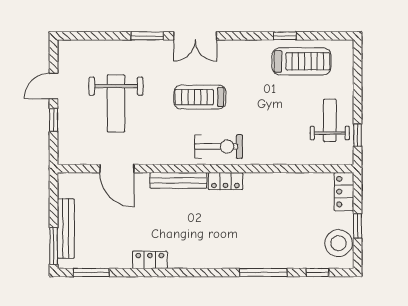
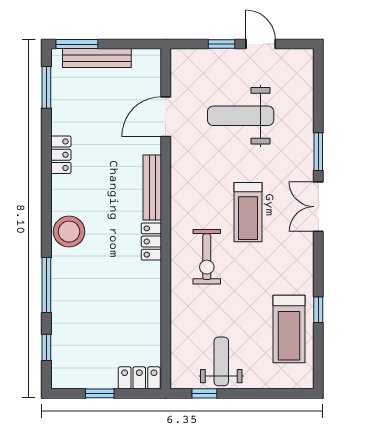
treadmill: (200, 97) -> (248, 212), turned 180
weight bench: (330, 120) -> (221, 361), turned -90
exercise bike: (219, 147) -> (207, 257), moved
stool: (339, 243) -> (69, 232), moved

